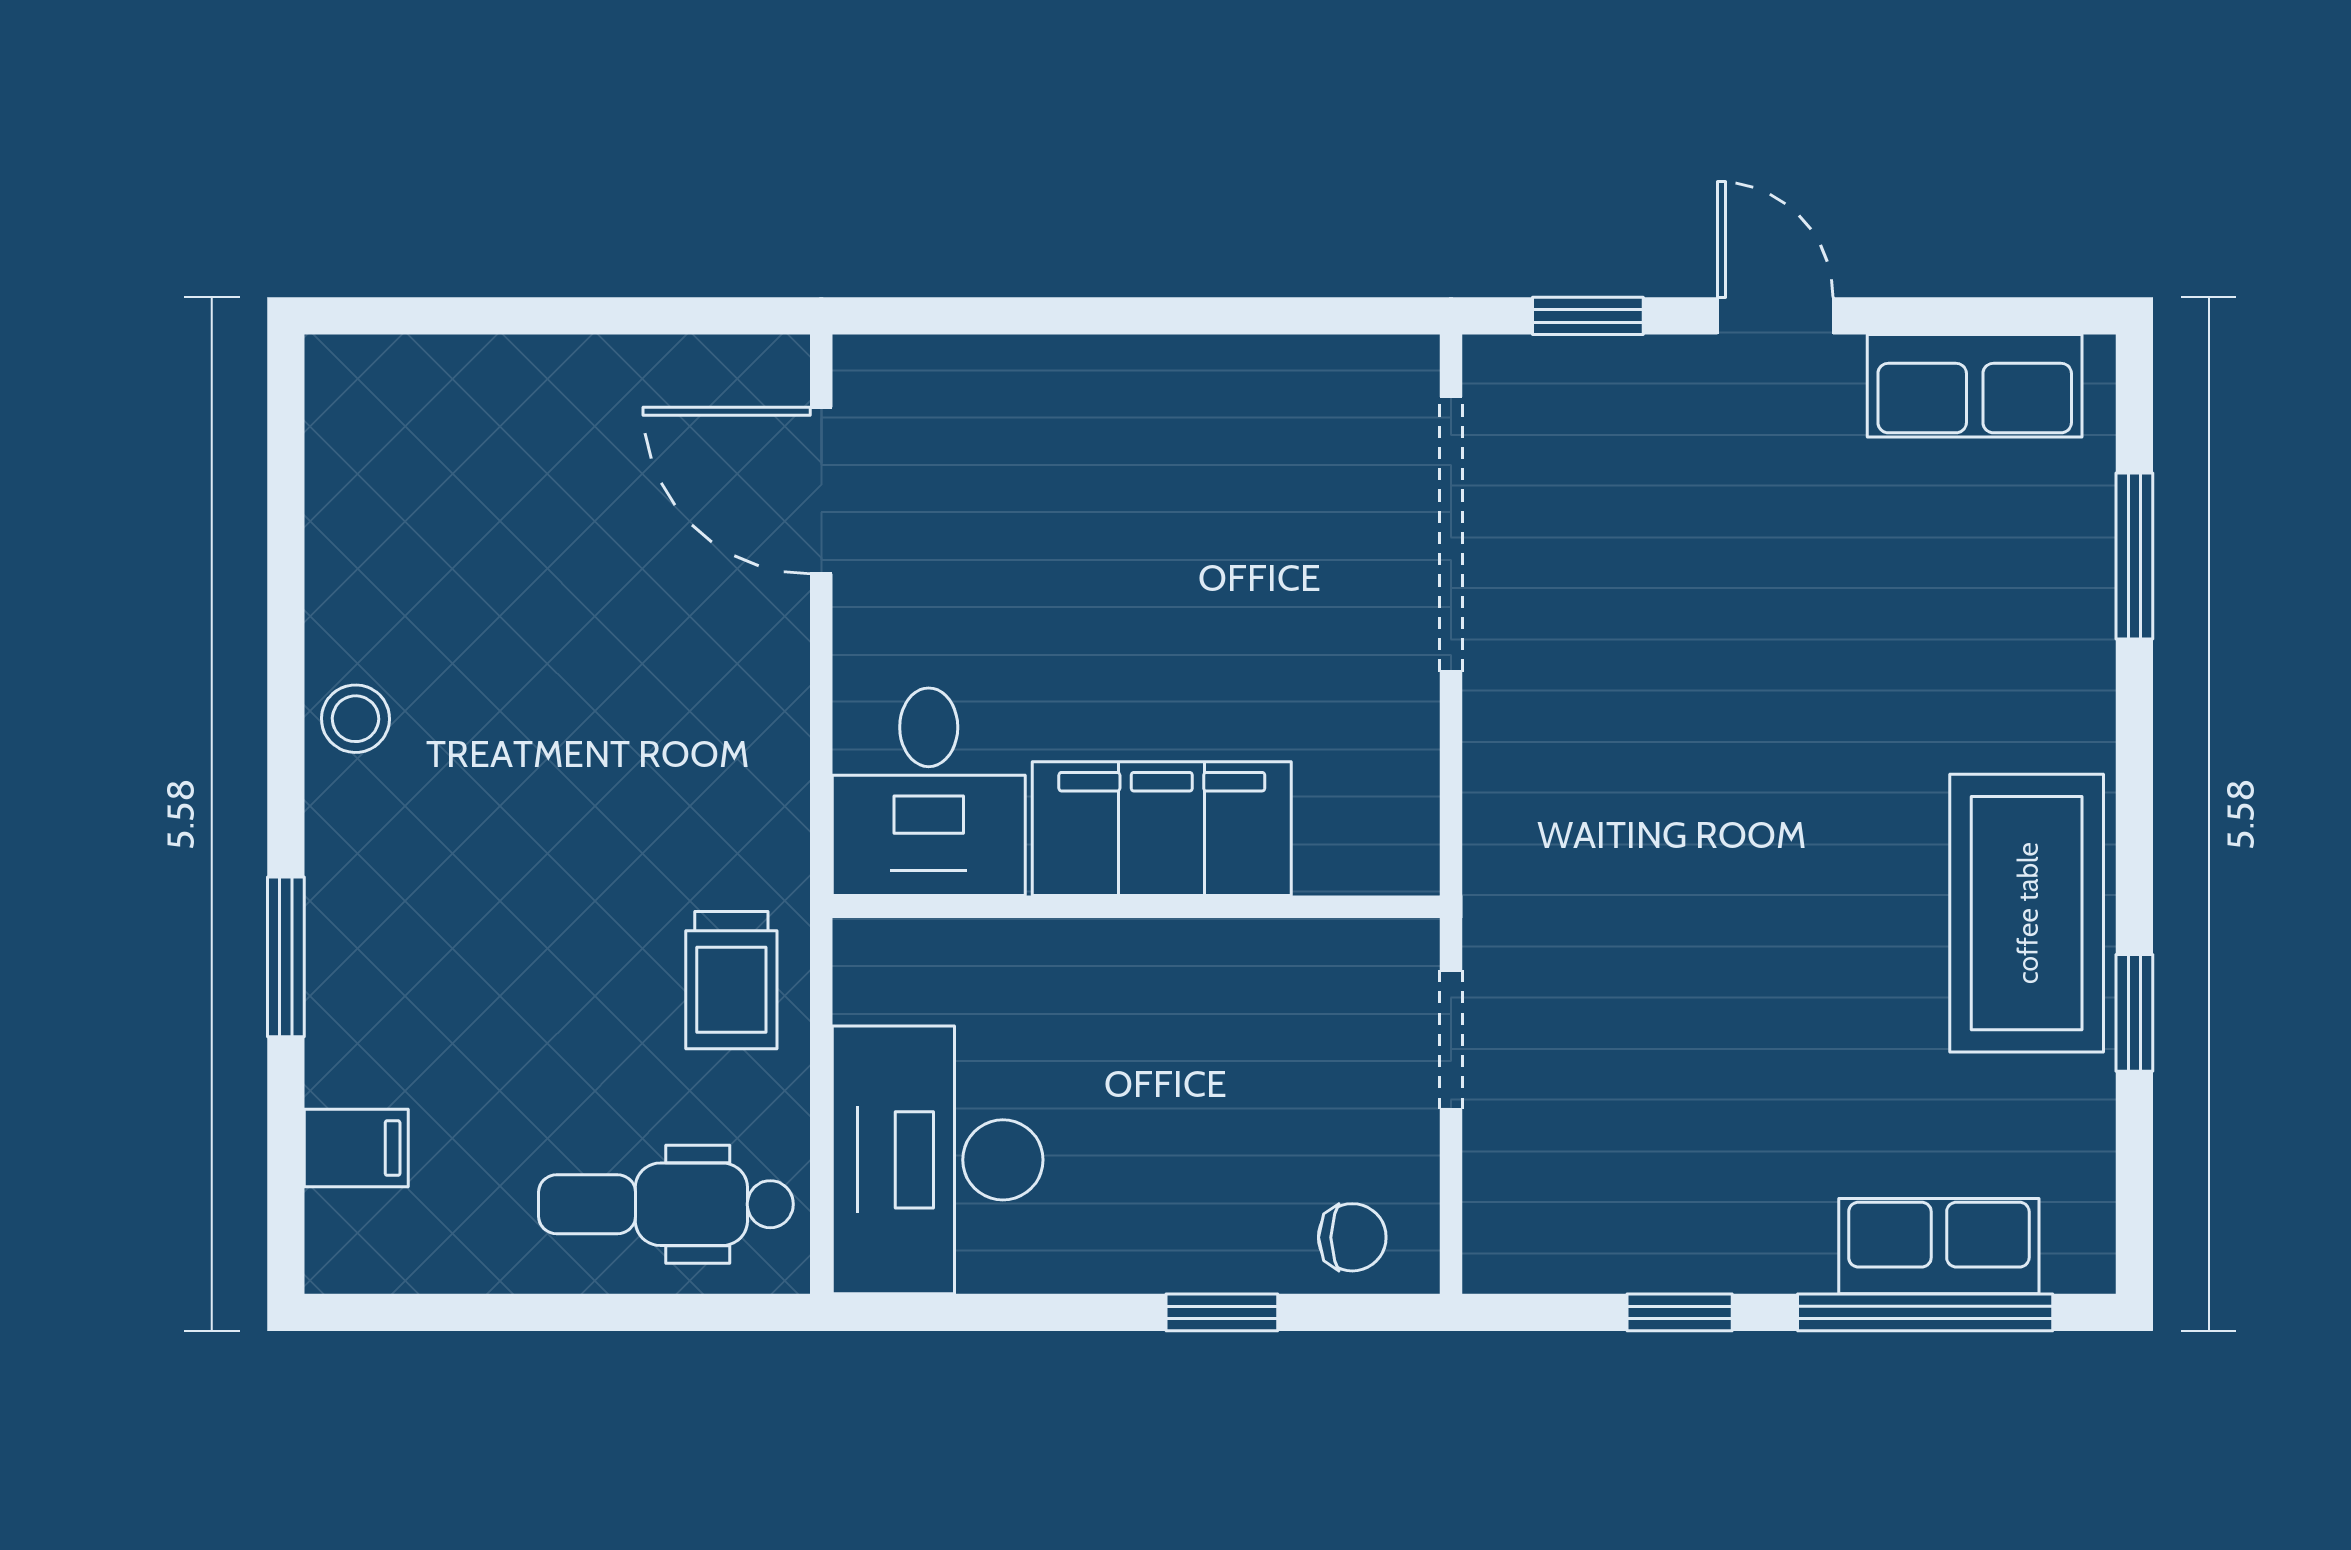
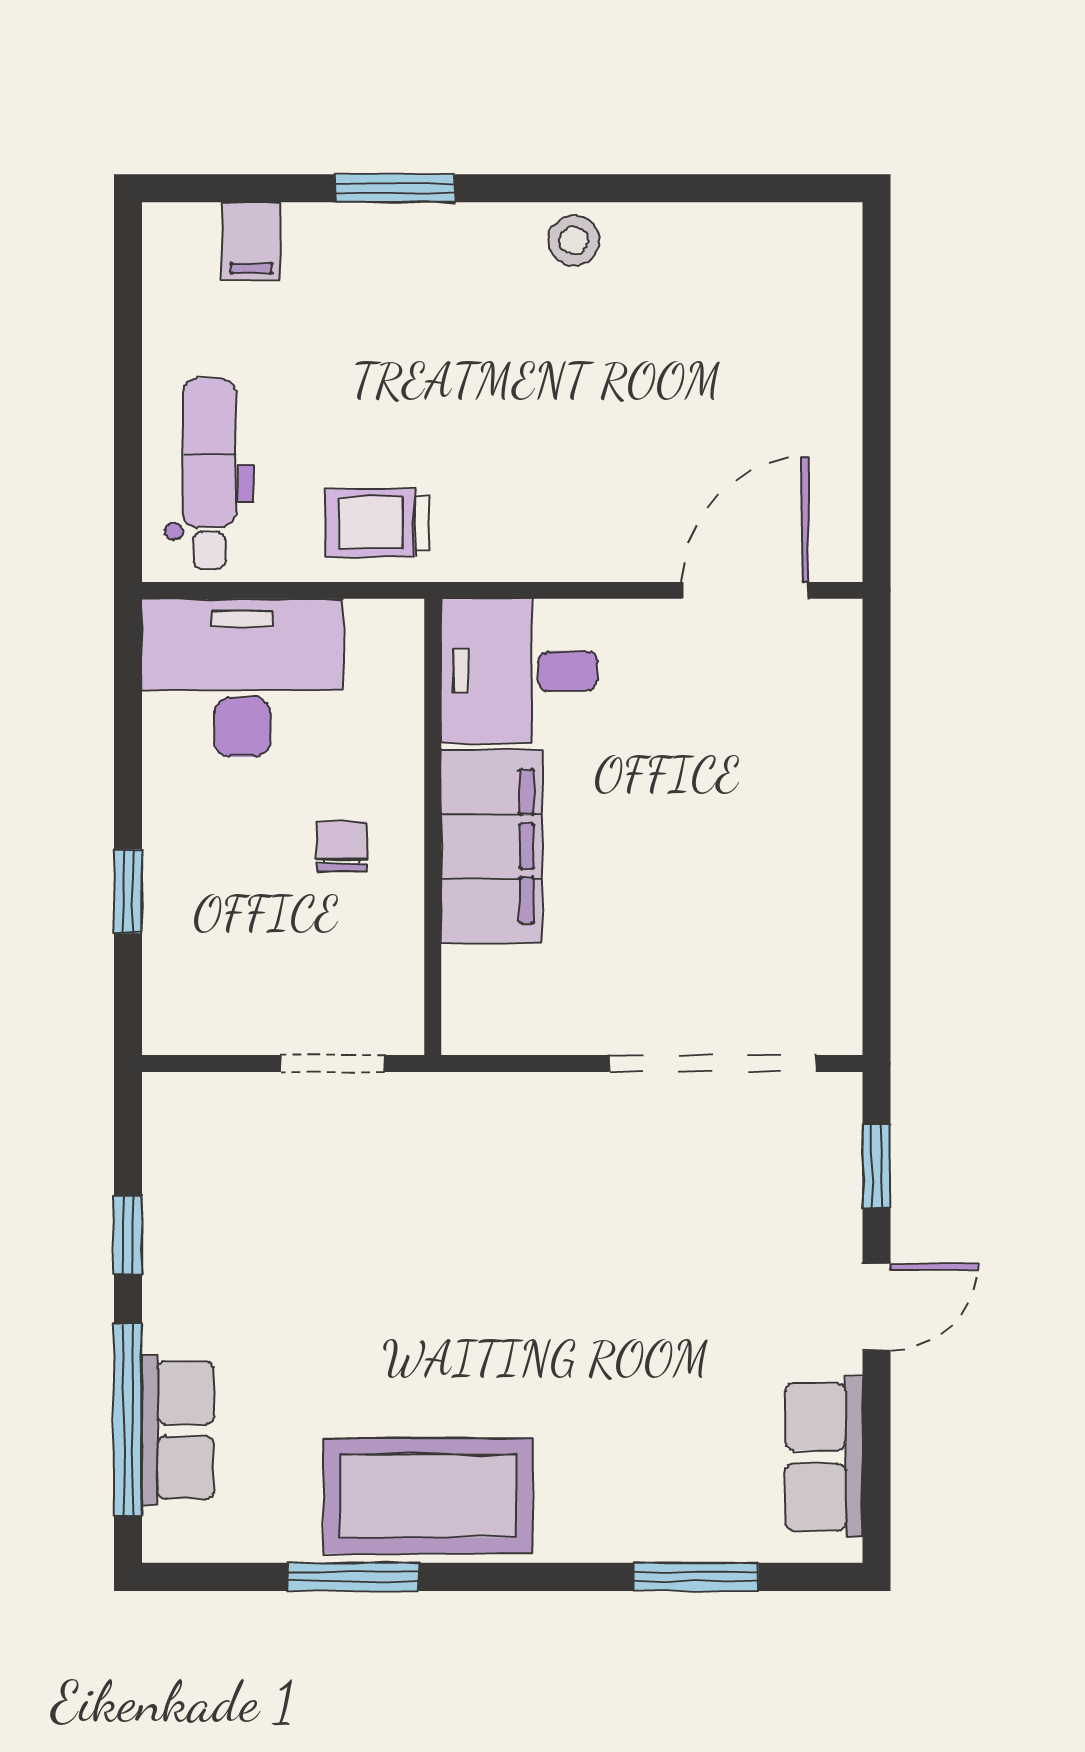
window: (2134, 1013) -> (353, 1577), width x1.50
chair: (1352, 1237) -> (342, 846), moved, turned 180

